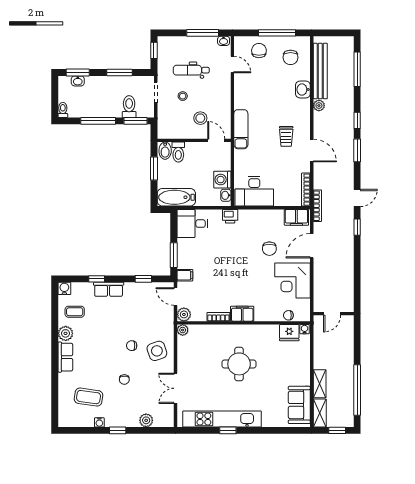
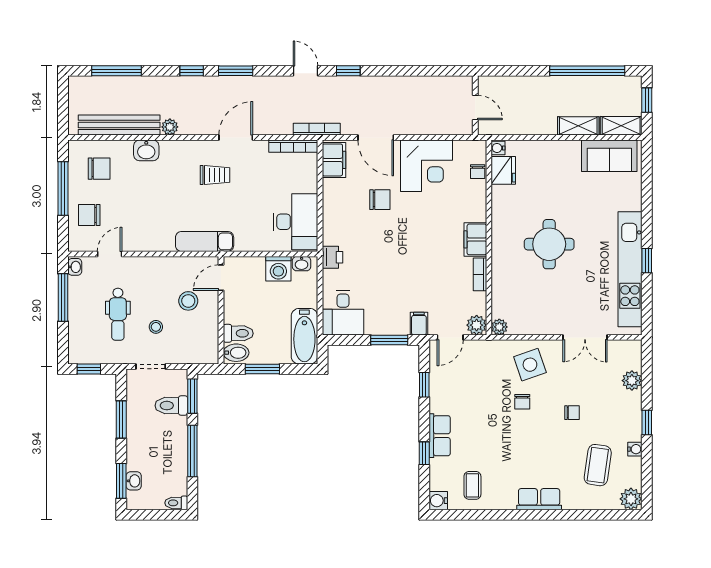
plant: (66, 333) -> (631, 499), moved

